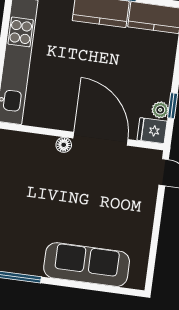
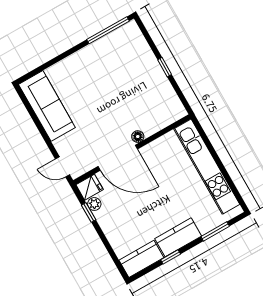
sofa: (87, 265) -> (47, 106), moved, turned -90

